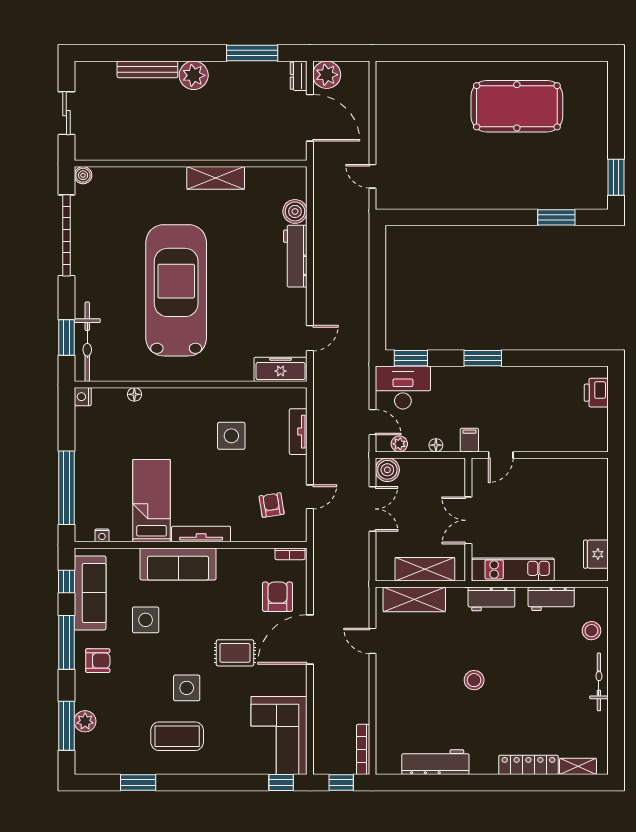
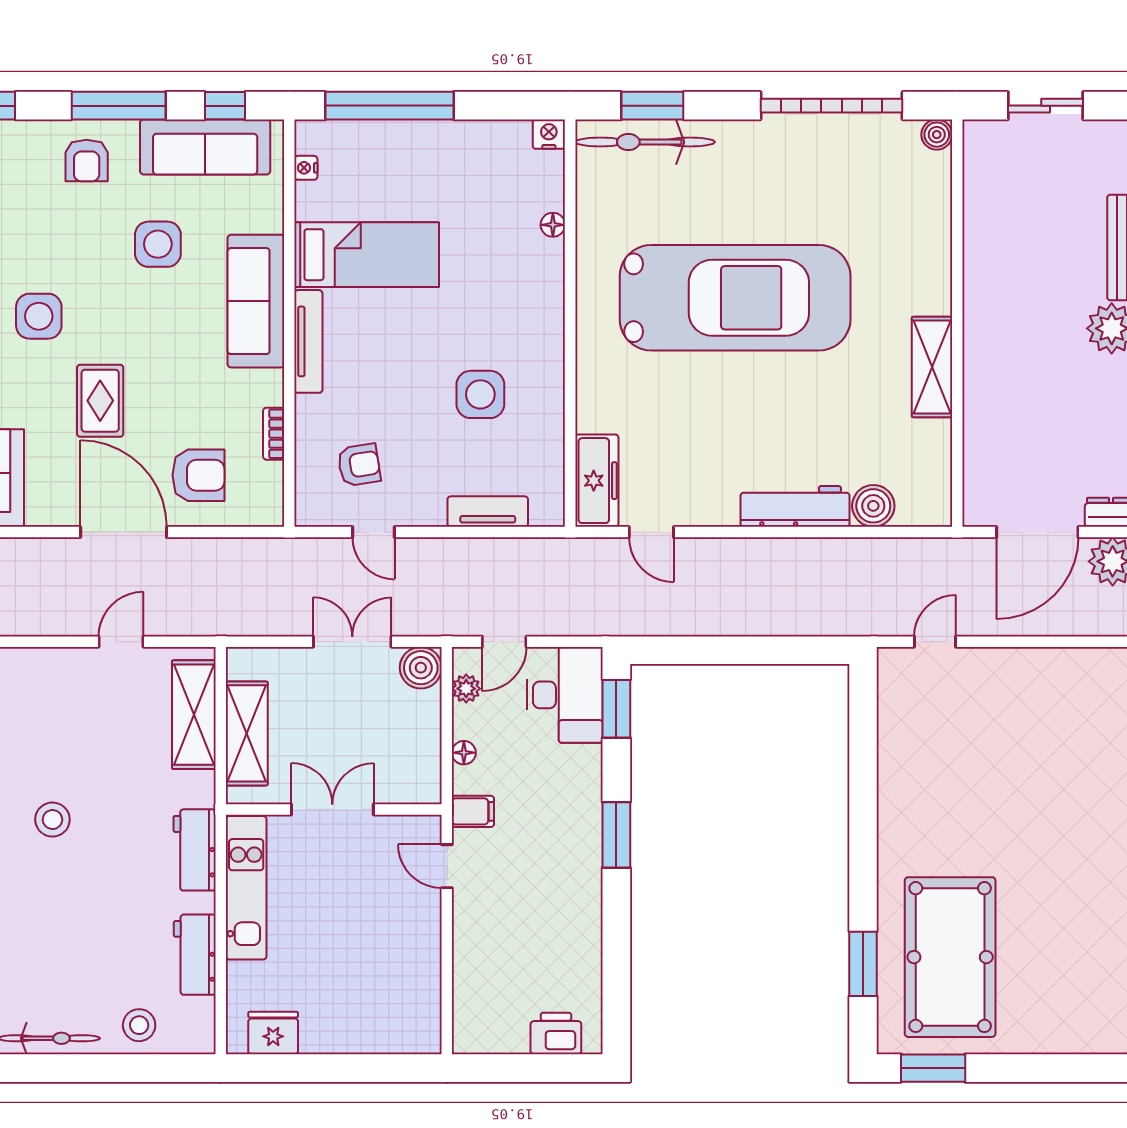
pool table: (517, 106) -> (950, 957), moved
double door: (372, 509) -> (352, 642), swing flipped
bookcase: (290, 554) -> (274, 434), moved

